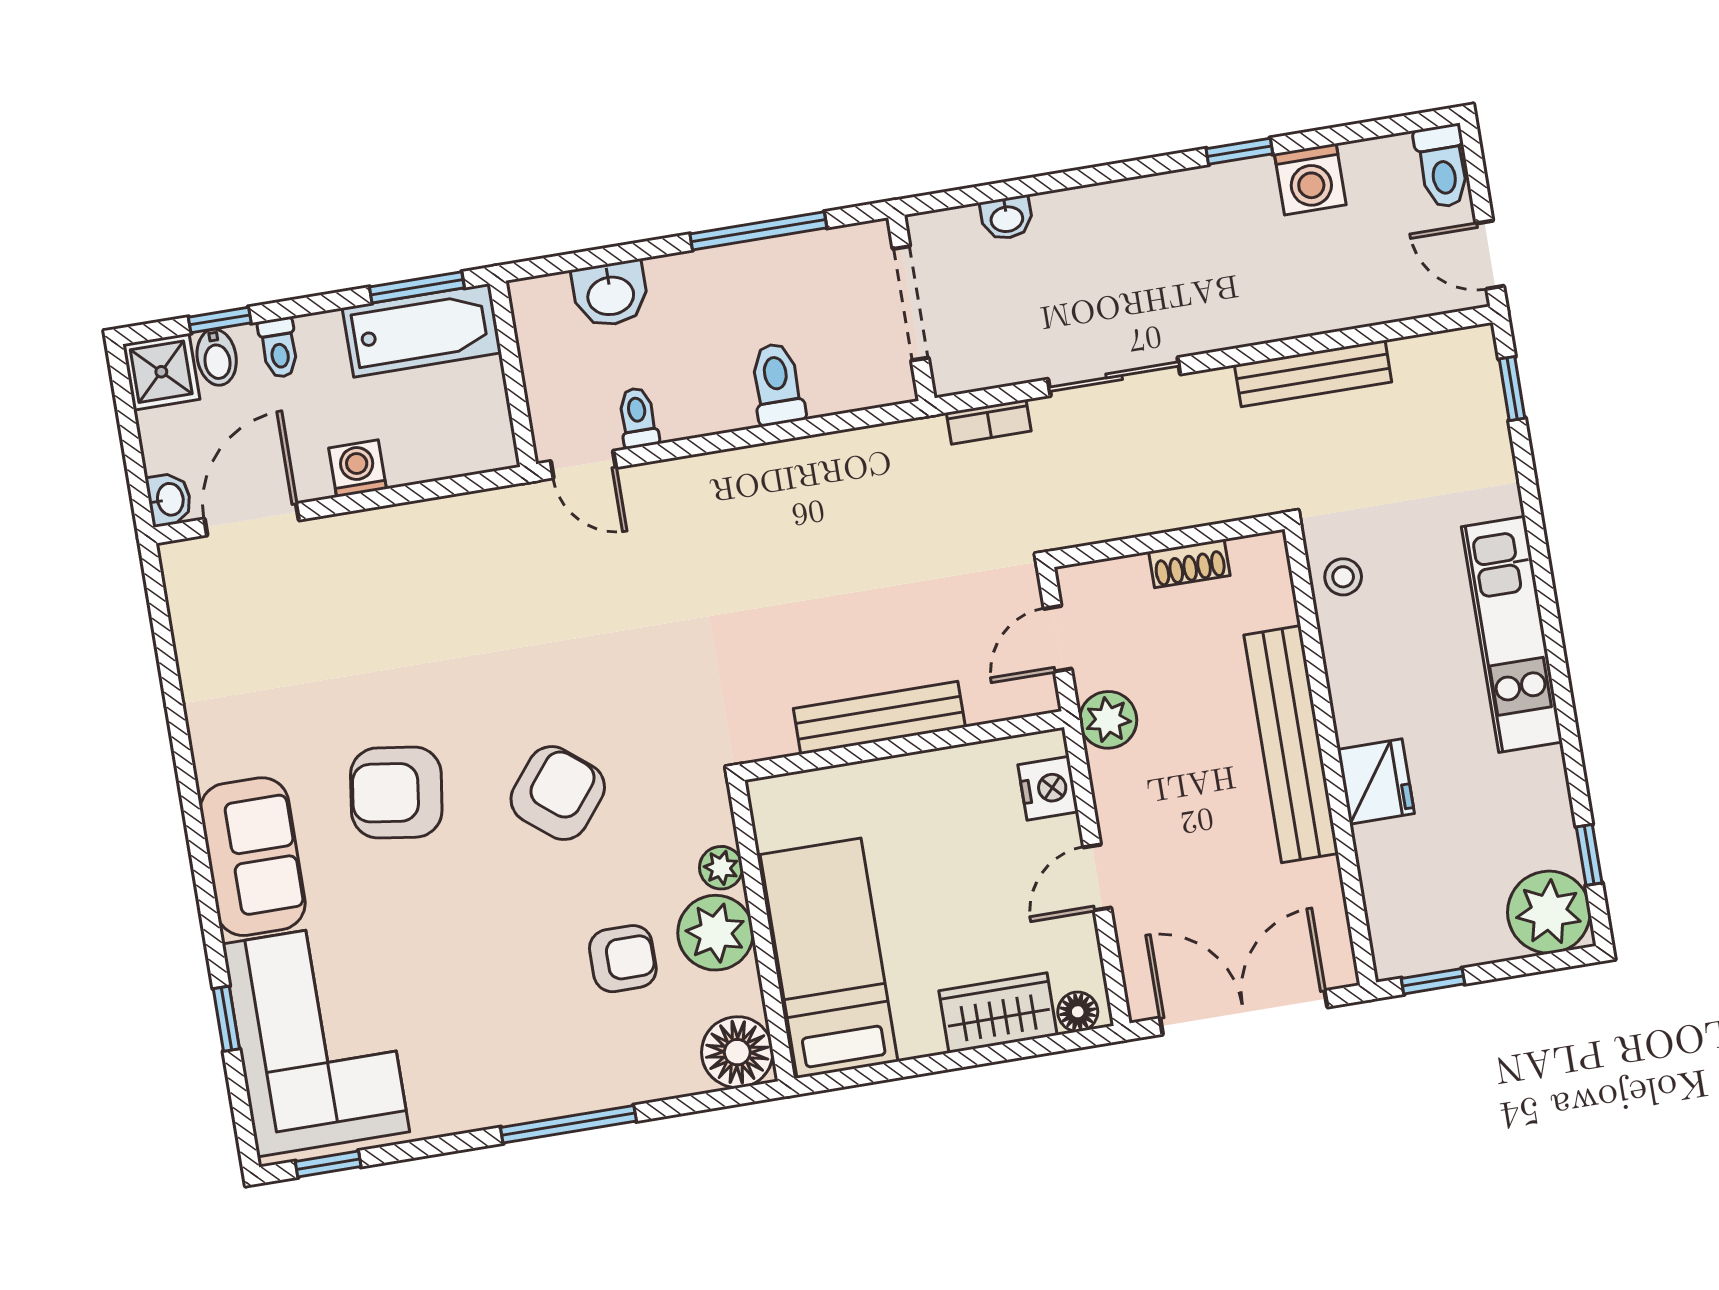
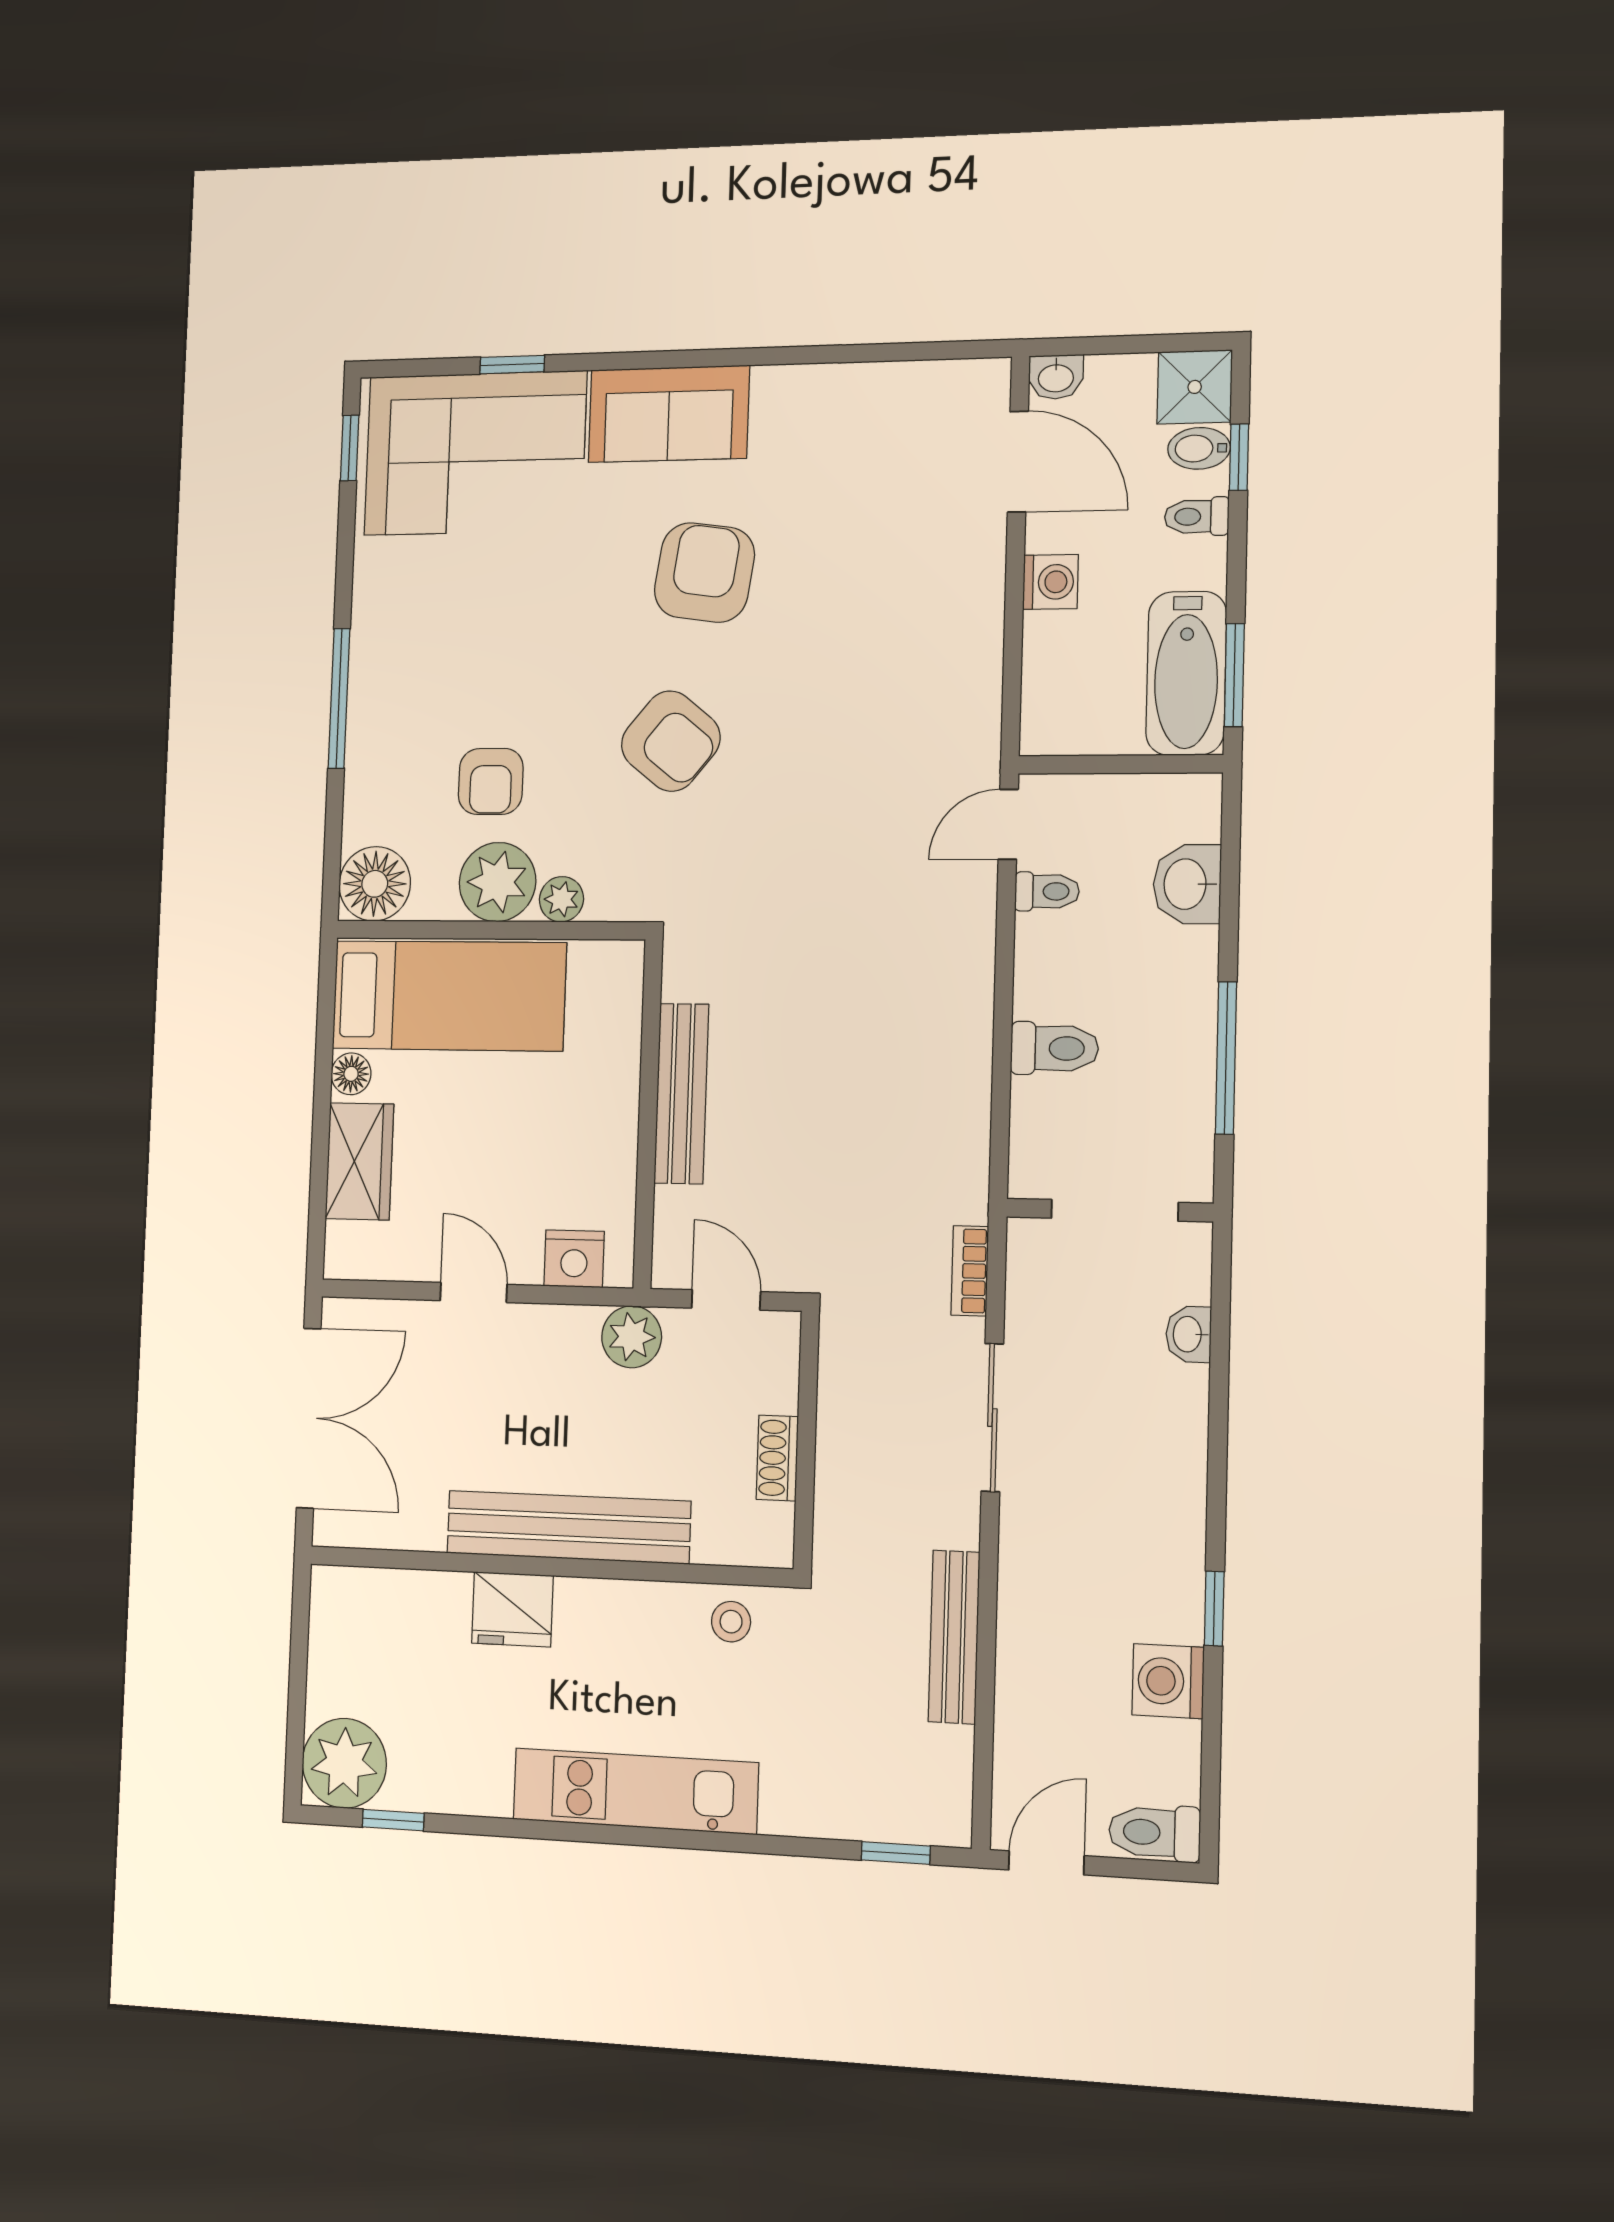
window: (1433, 981) -> (300, 1624), removed
floor lamp: (1078, 1012) -> (351, 1074), moved

